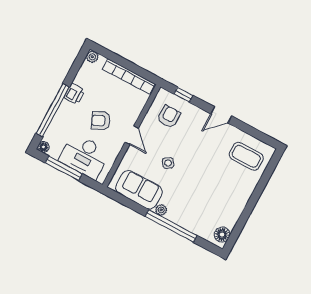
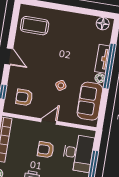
armchair: (101, 121) -> (46, 150), turned 115
coffee table: (246, 156) -> (35, 26), turned 90
tv unit: (182, 220) -> (102, 59), added

